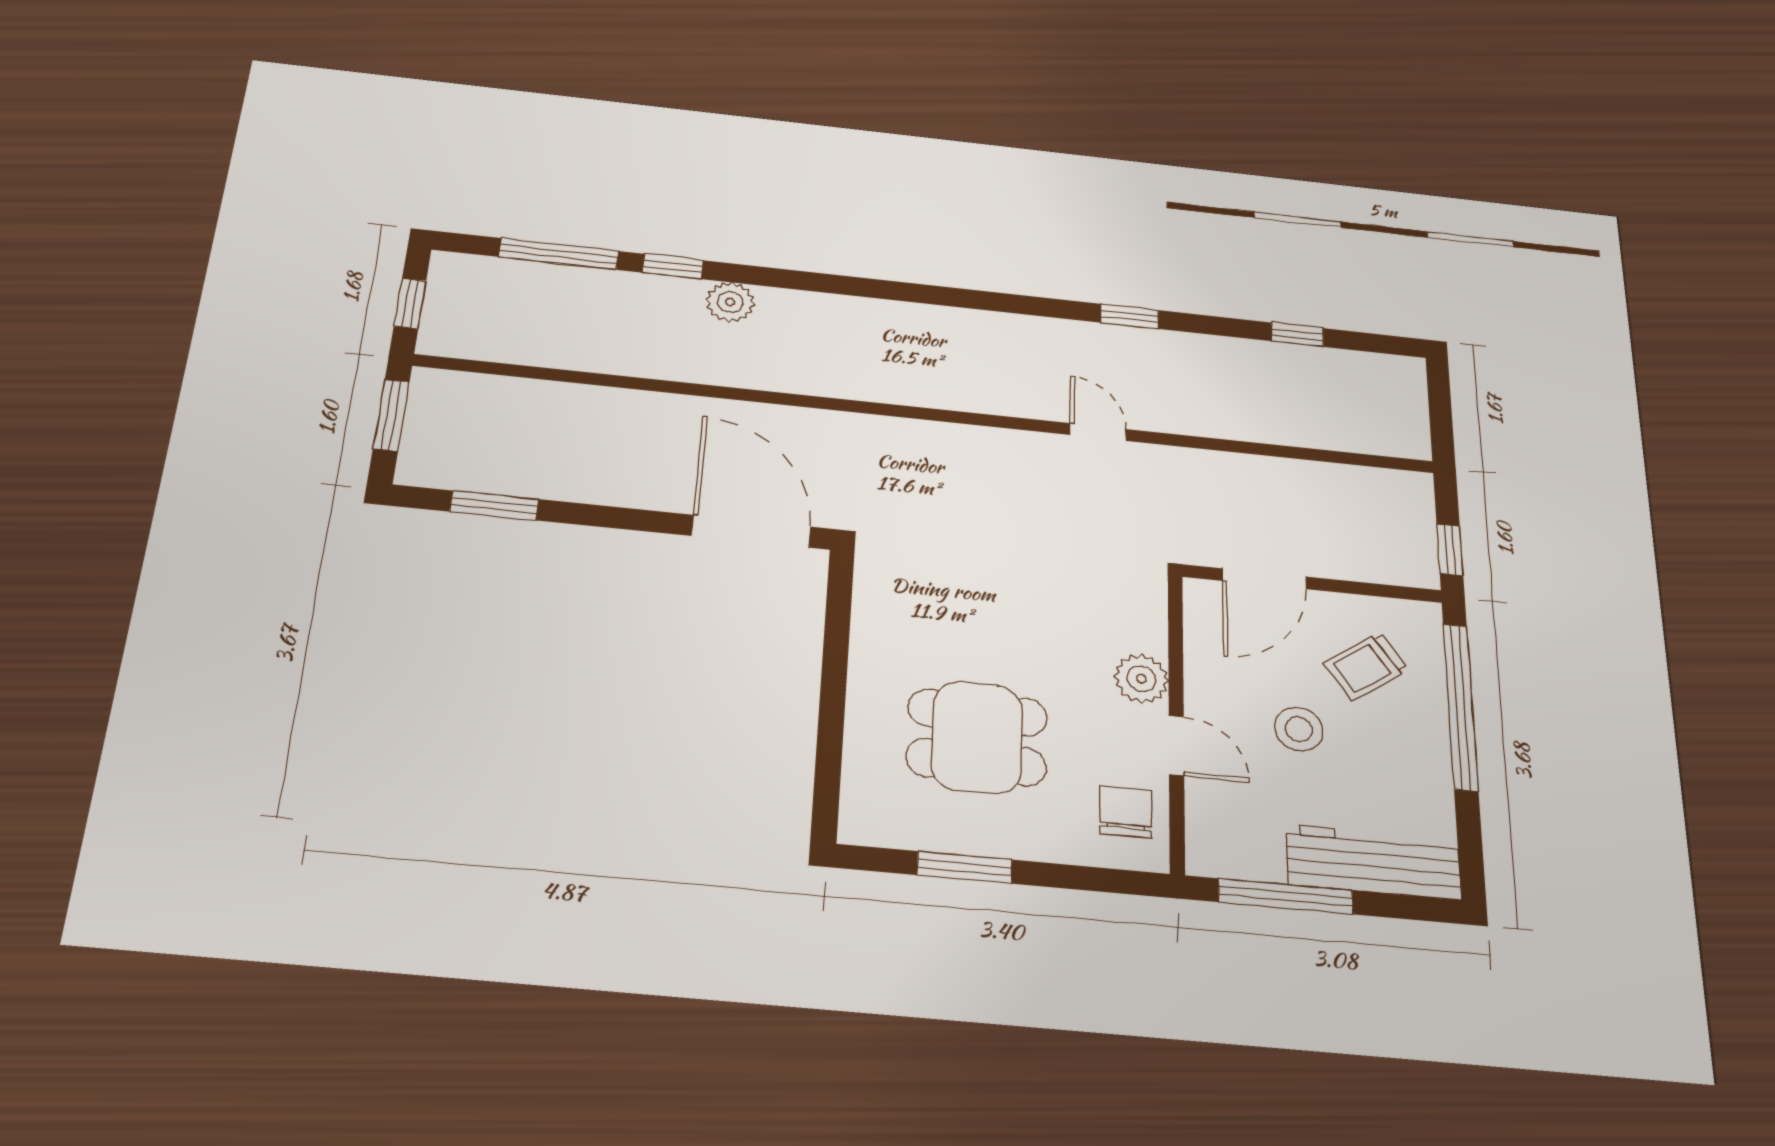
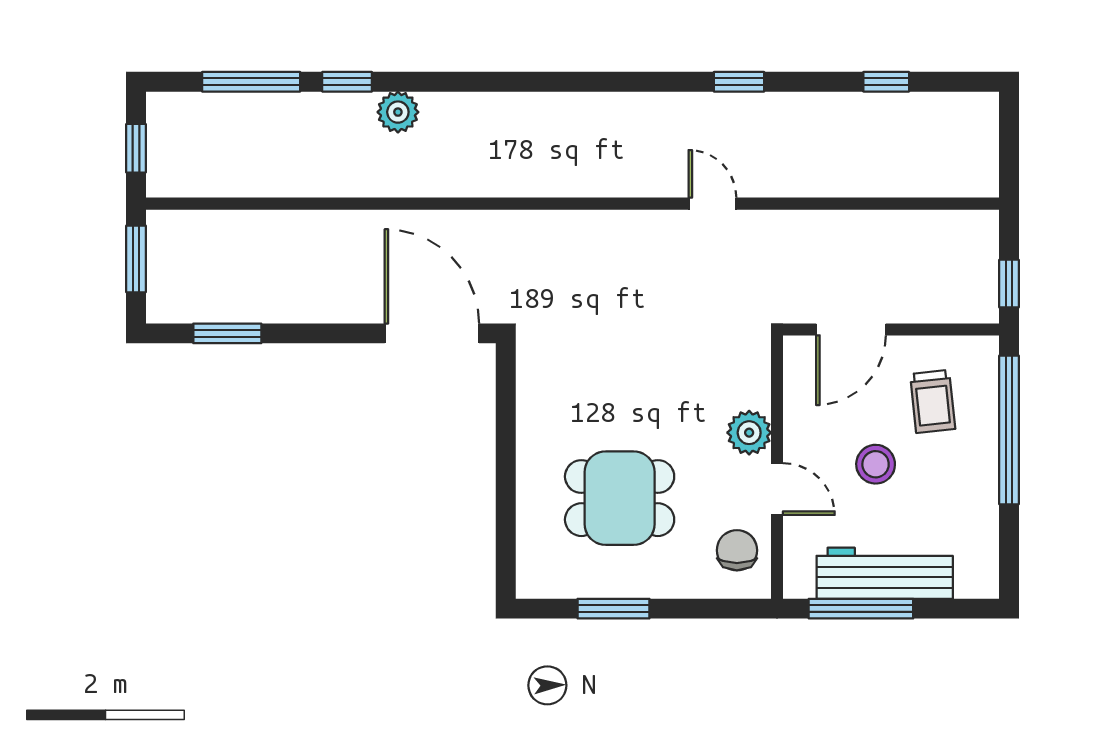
trolley: (1366, 666) -> (933, 401), turned -61
workbench: (1373, 862) -> (885, 573), moved

